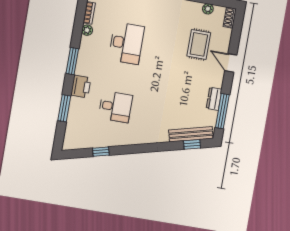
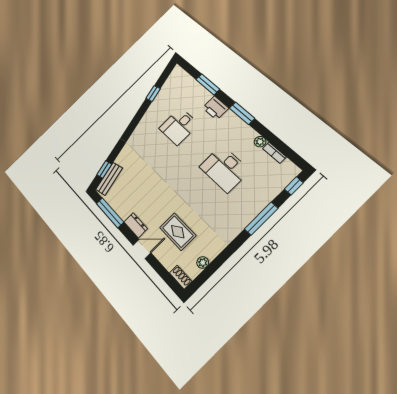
dresser: (214, 99) -> (136, 225), moved
bench: (191, 134) -> (109, 179), width x0.73

